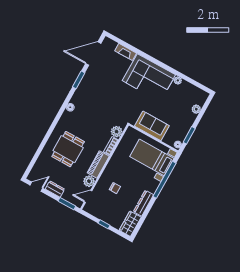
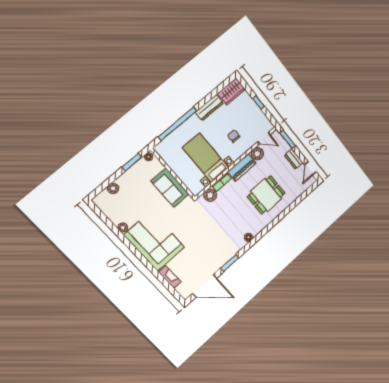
bed with nightstands: (152, 157) -> (206, 158), moved, turned 180
door: (36, 187) -> (310, 168), hinge flipped

